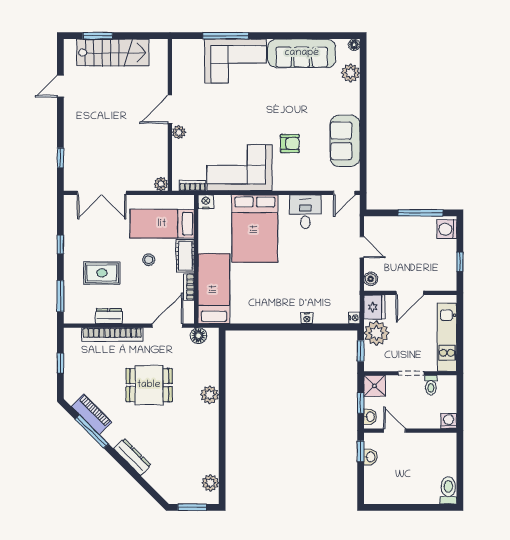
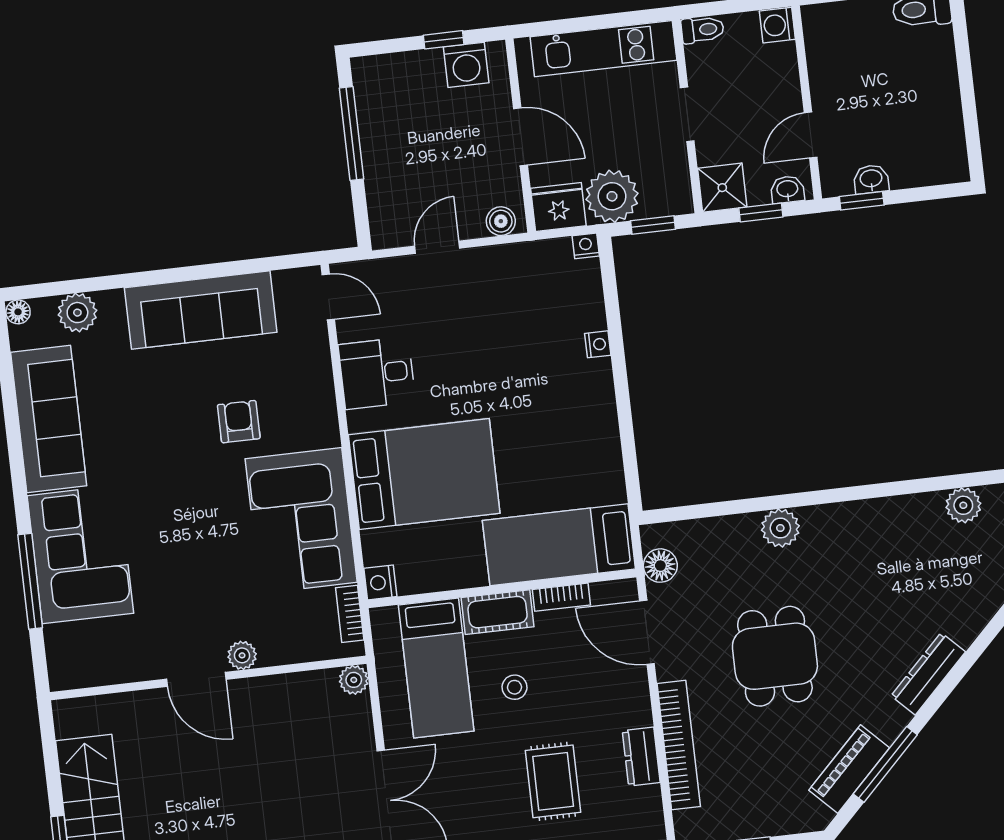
sofa: (345, 141) -> (201, 310), width x1.36
washing machine: (447, 229) -> (466, 65), moved
toilet: (431, 385) -> (702, 30), moved

